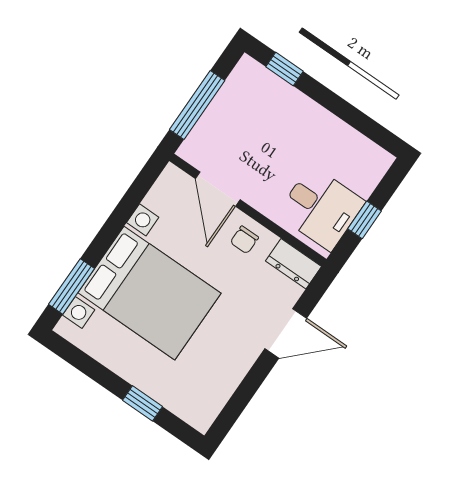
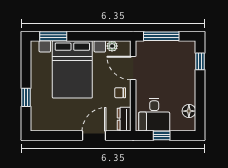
floor lamp: (355, 145) -> (189, 111), added
door: (218, 189) -> (133, 68), hinge flipped
plant: (156, 199) -> (112, 46), added
door: (286, 333) -> (94, 135), swing flipped

